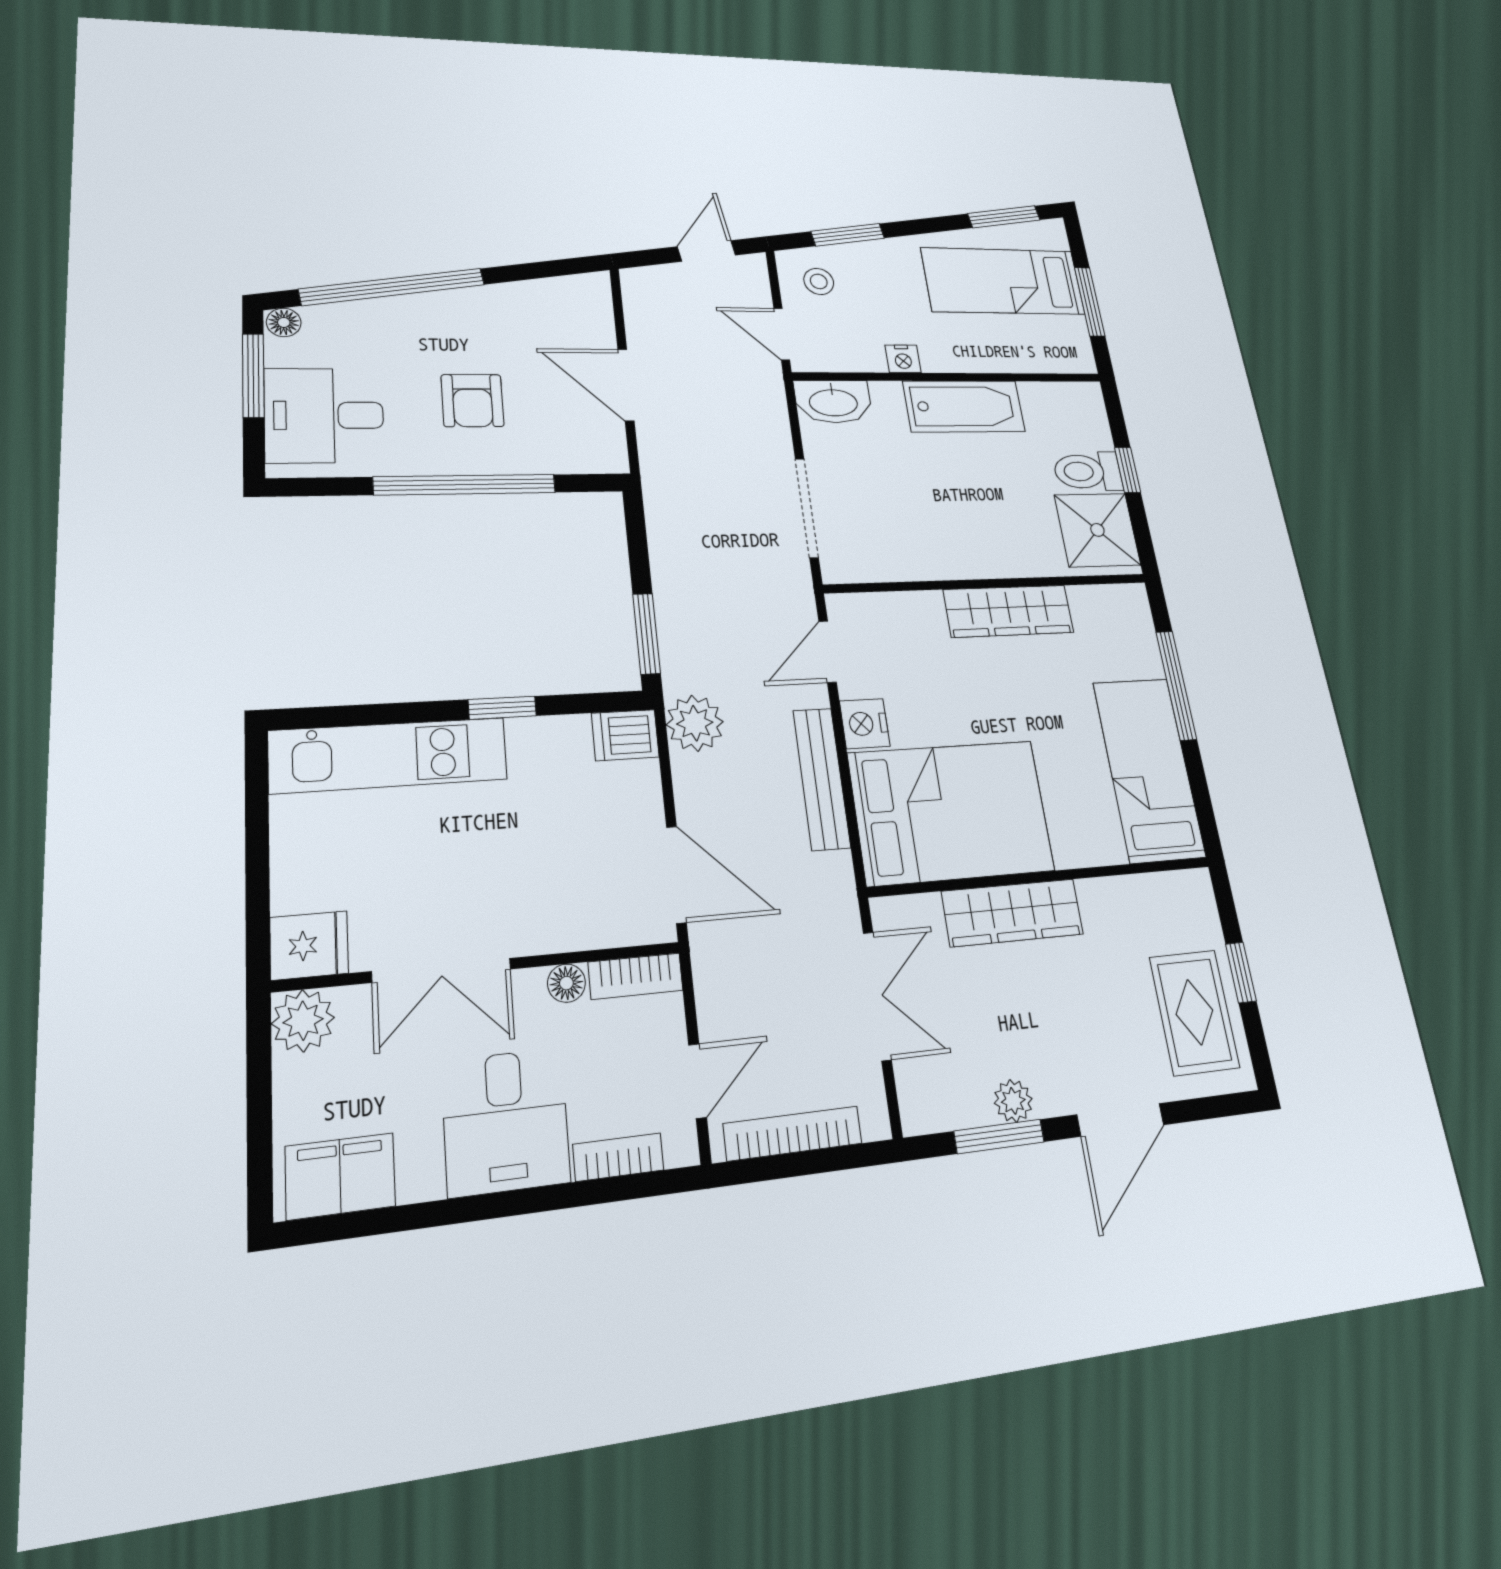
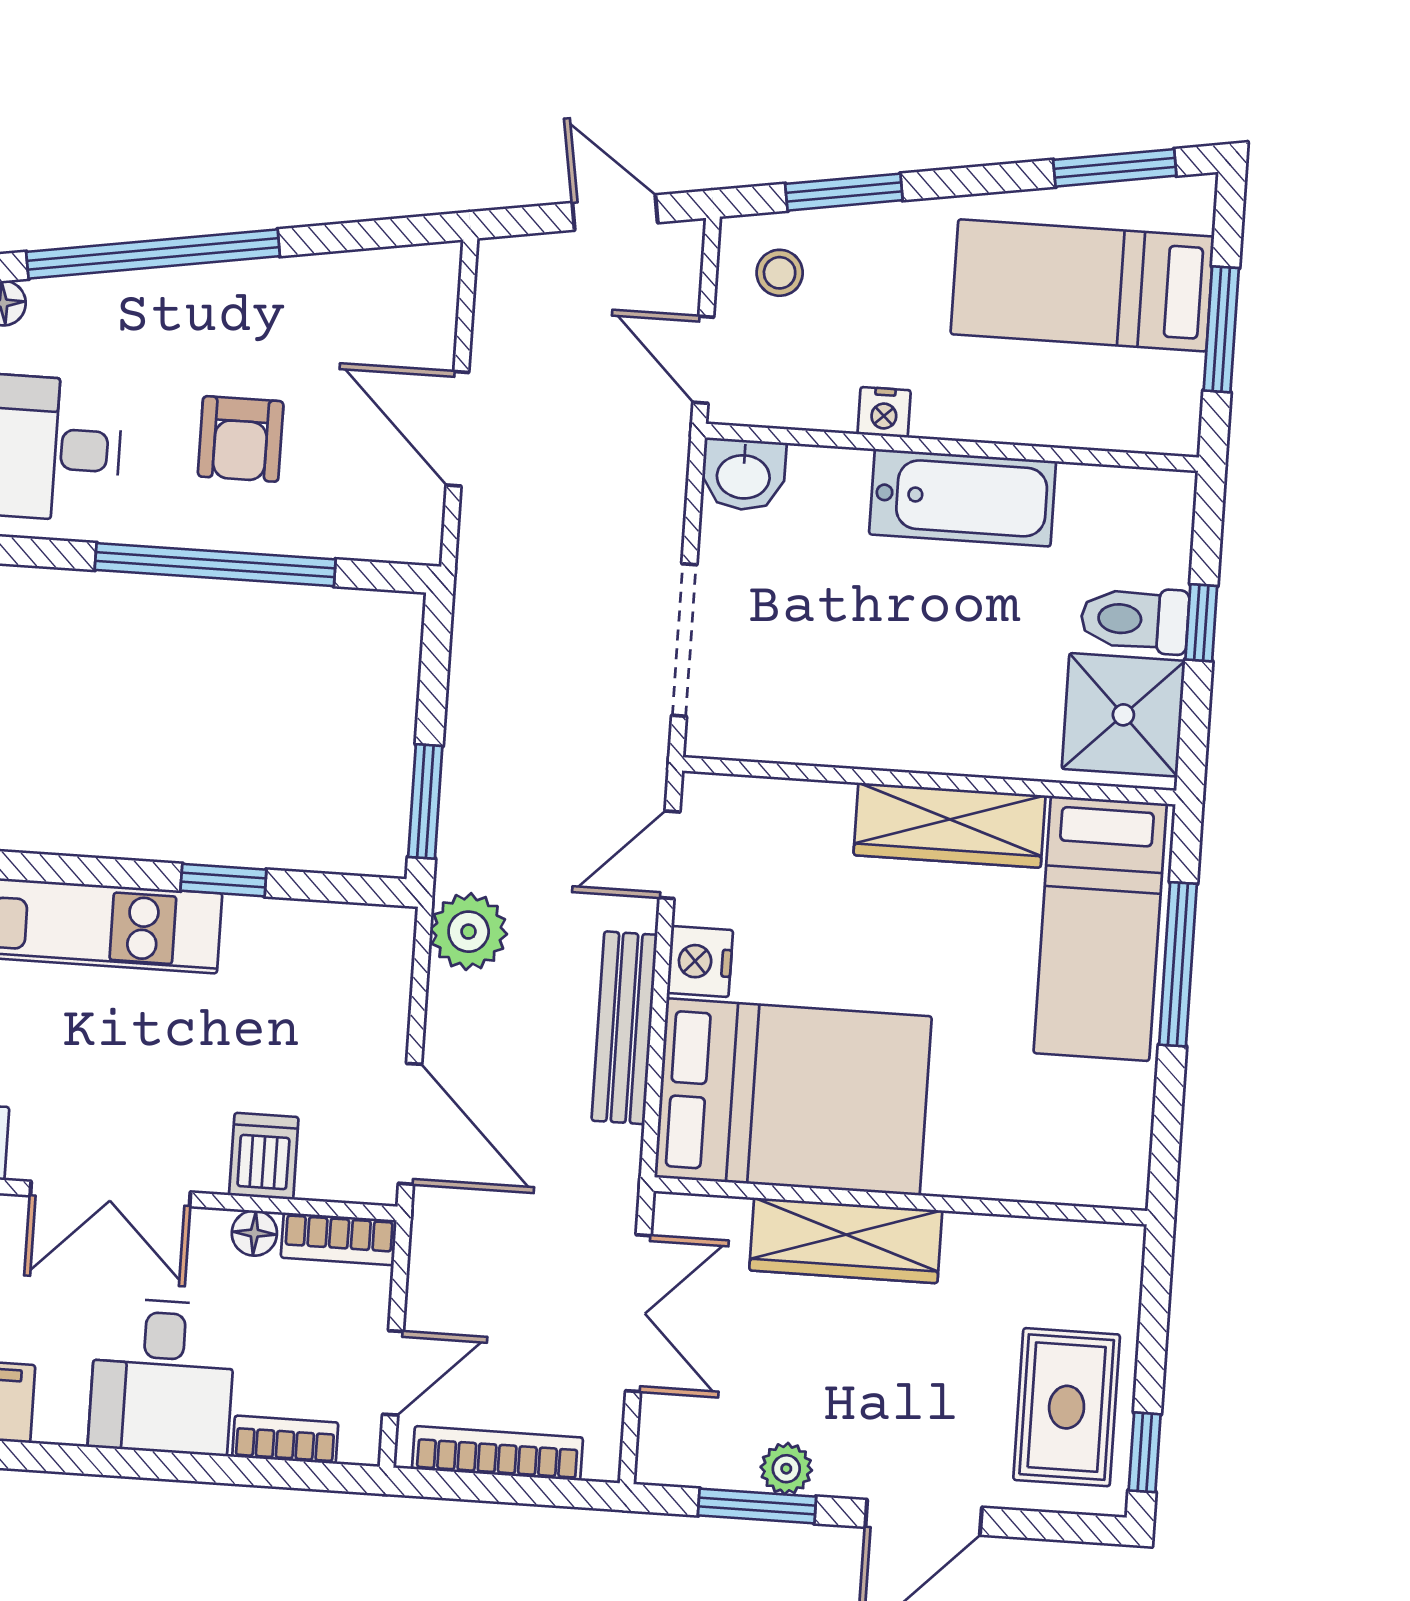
door: (707, 251) -> (615, 213), hinge flipped
washbasin: (833, 402) -> (743, 475), width x0.72
dishwasher: (625, 735) -> (264, 1156), moved, turned 90
bed: (1149, 769) -> (1100, 928), moved, turned 180
window: (1241, 972) -> (1145, 1452), moved

